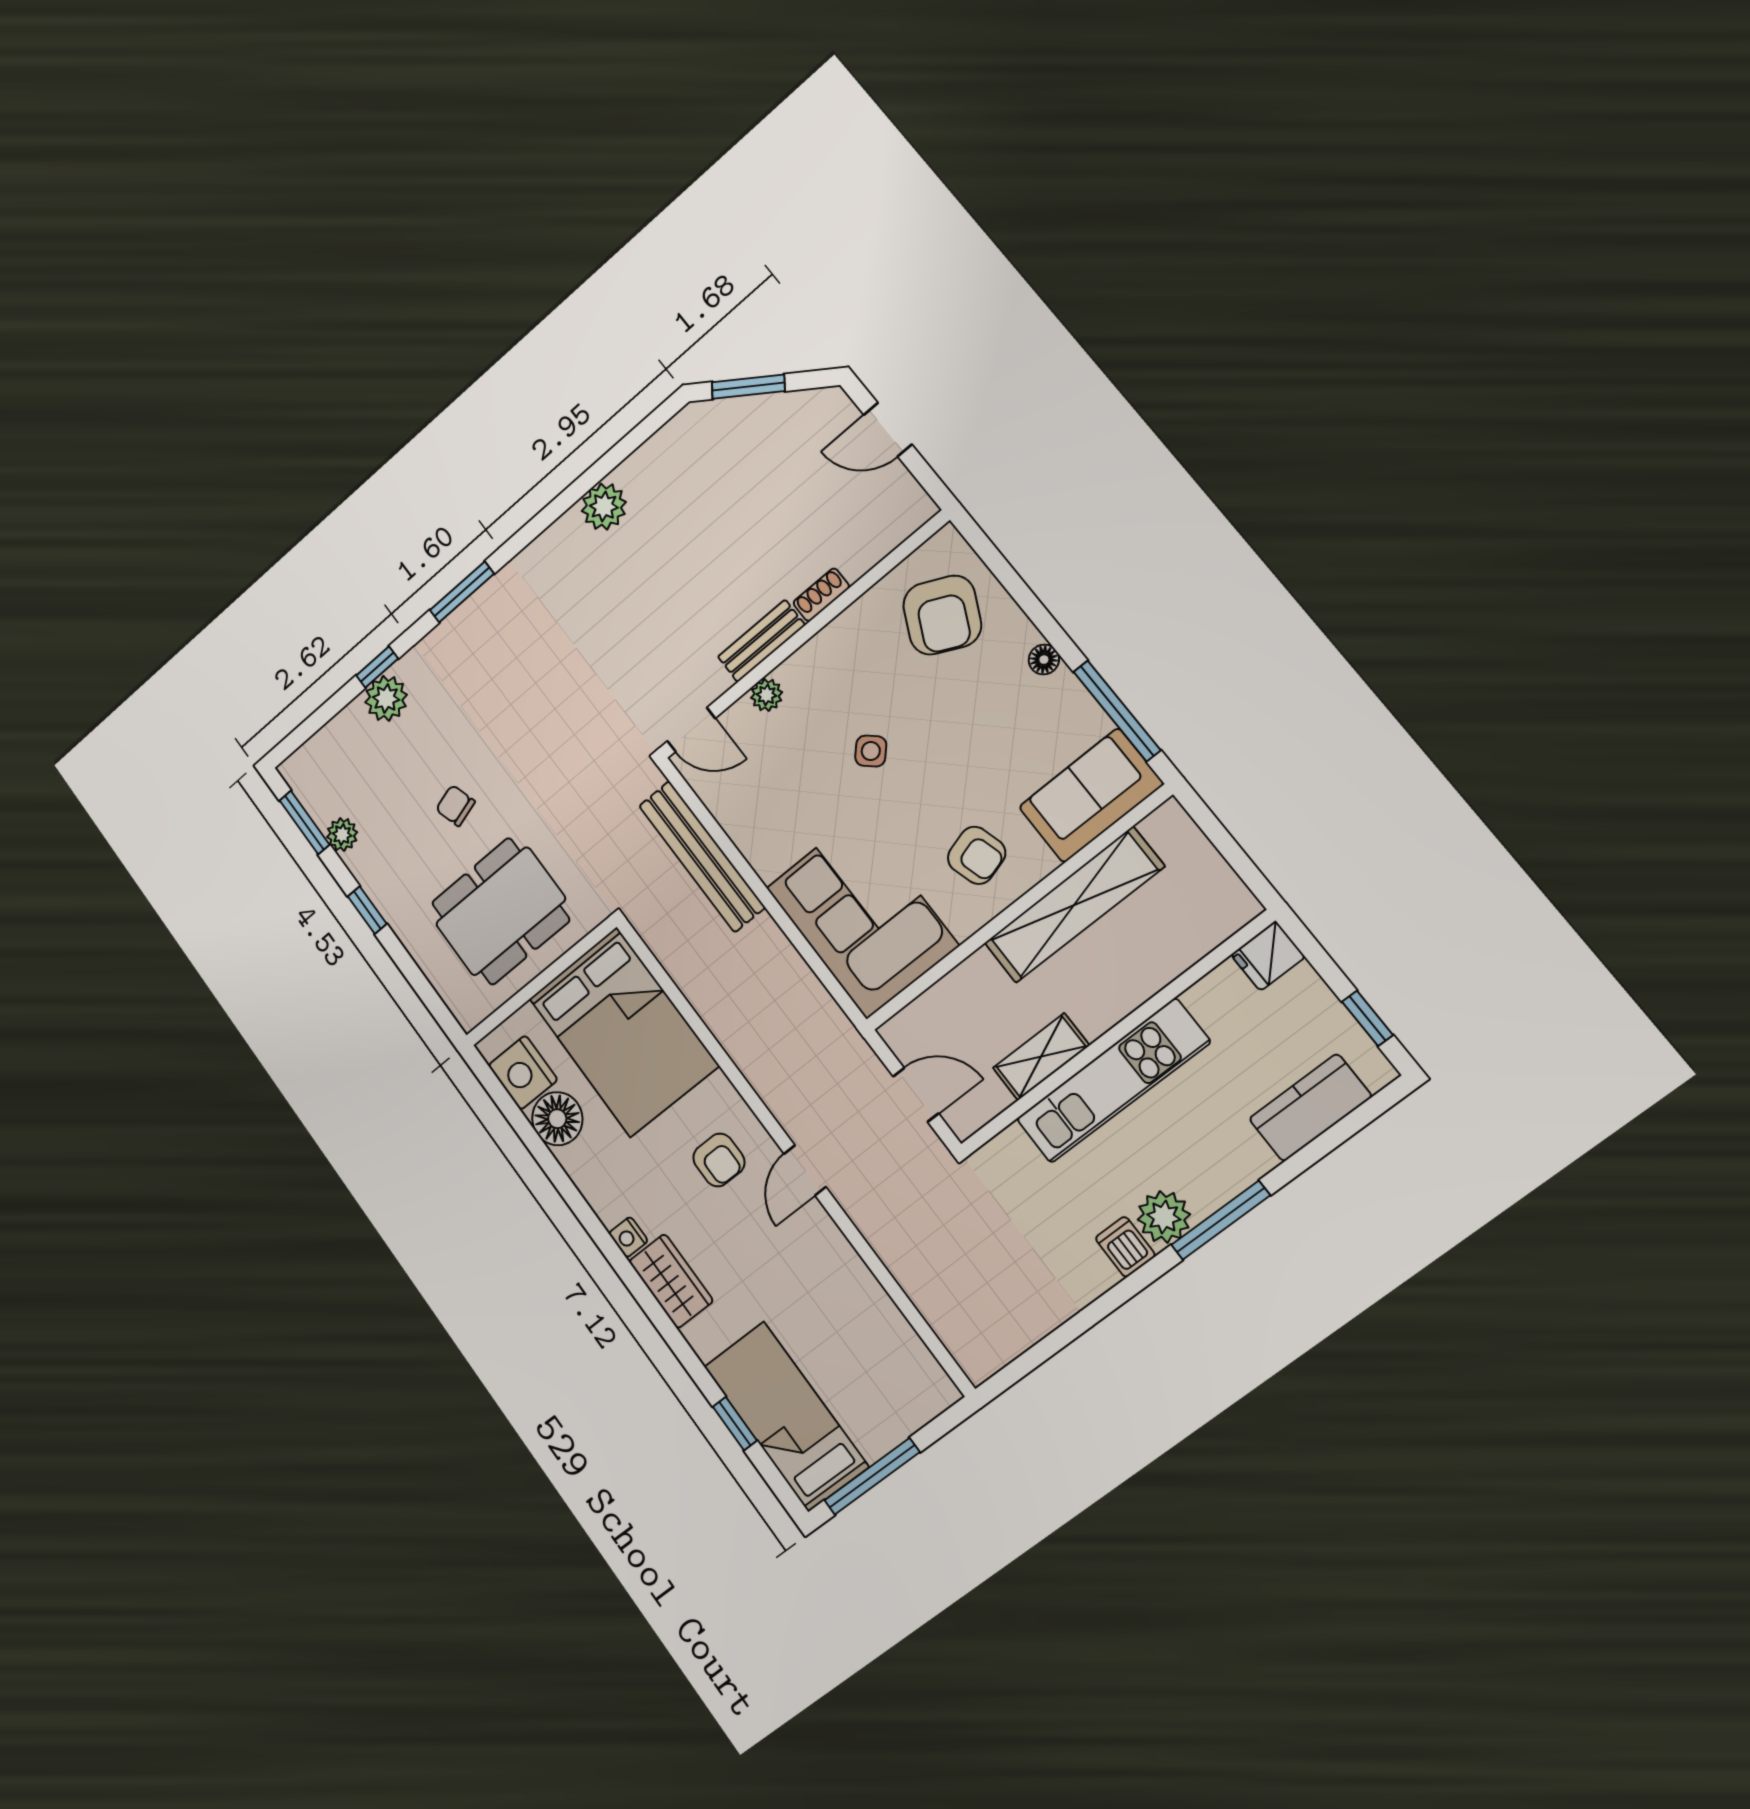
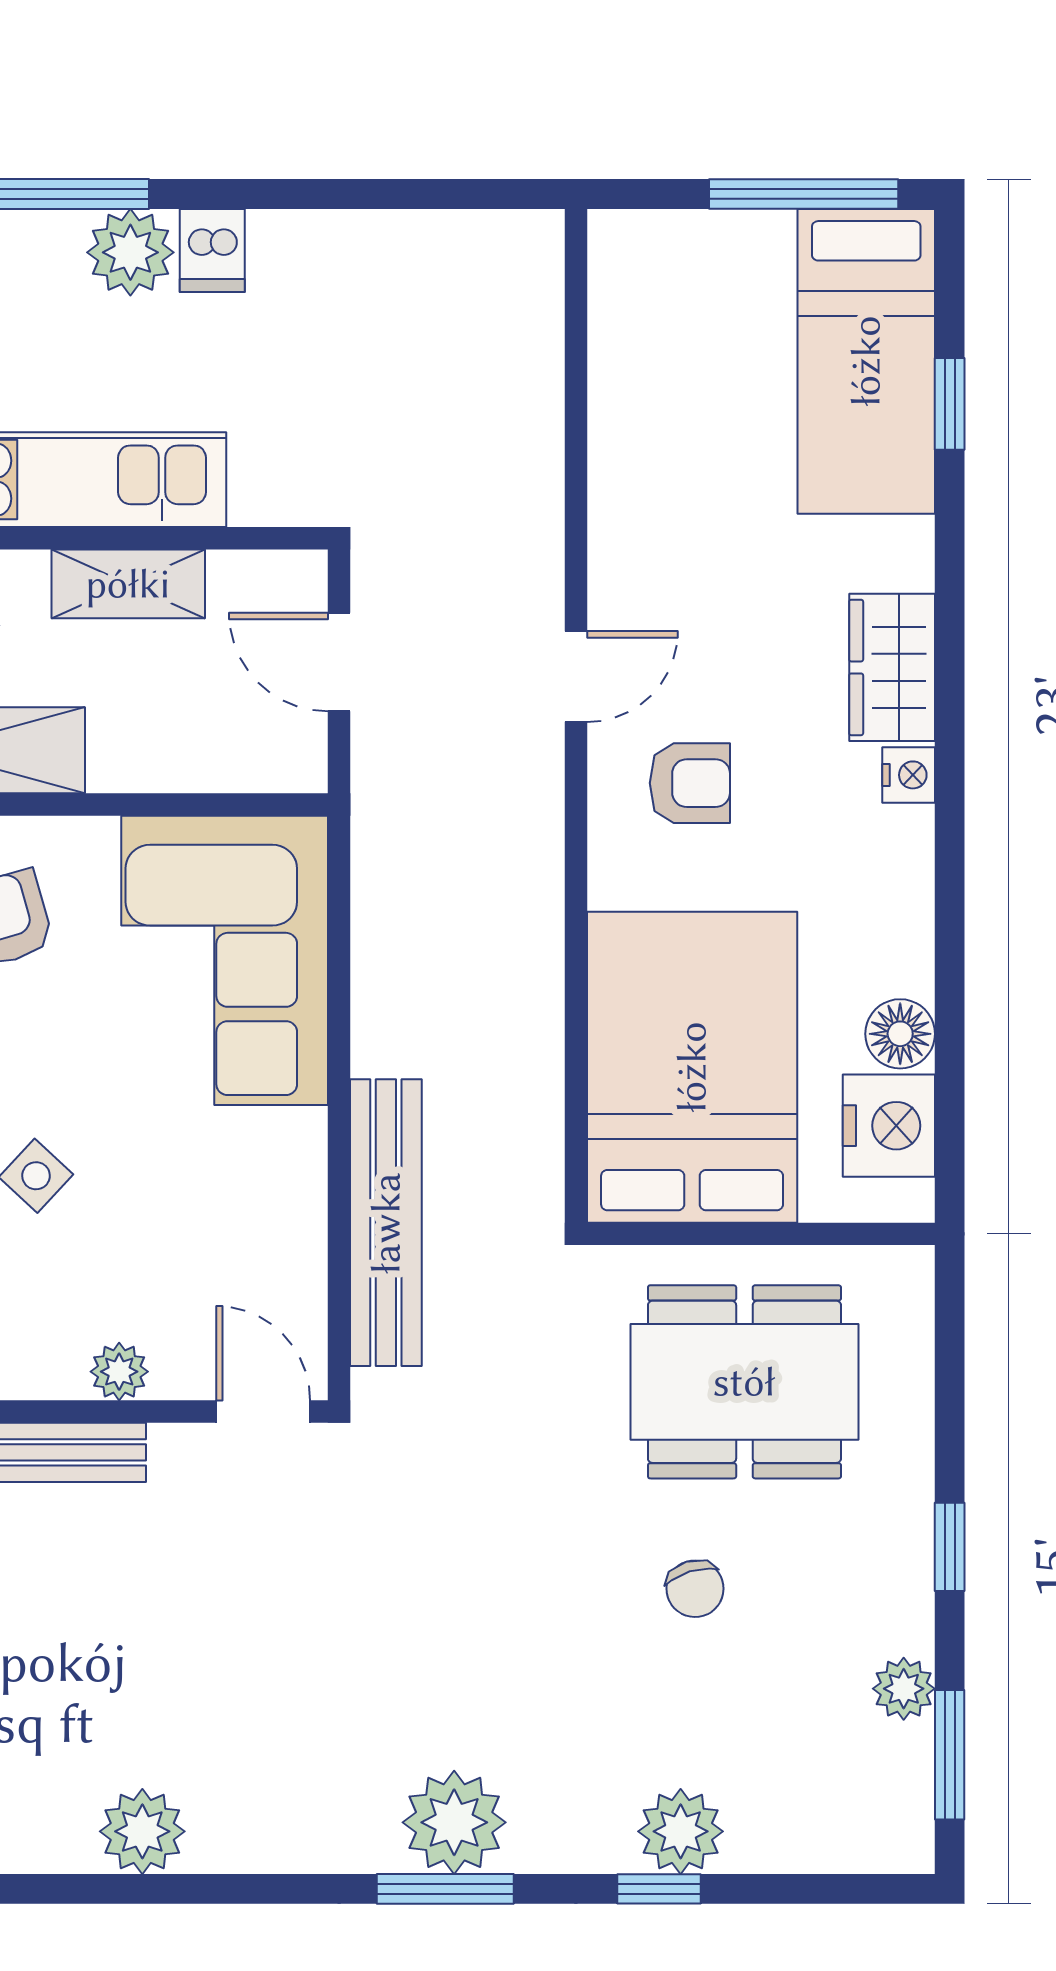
plant: (479, 623) -> (454, 1822), added
floor lamp: (557, 1119) -> (900, 1034), width x0.73, depth x0.73
armchair: (719, 1160) -> (690, 783), turned 90

